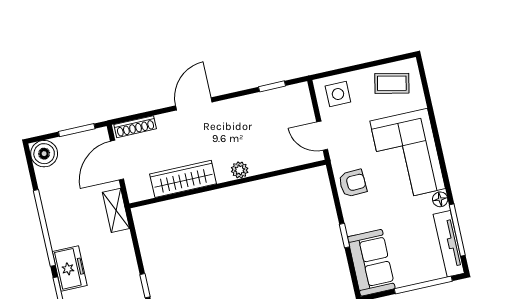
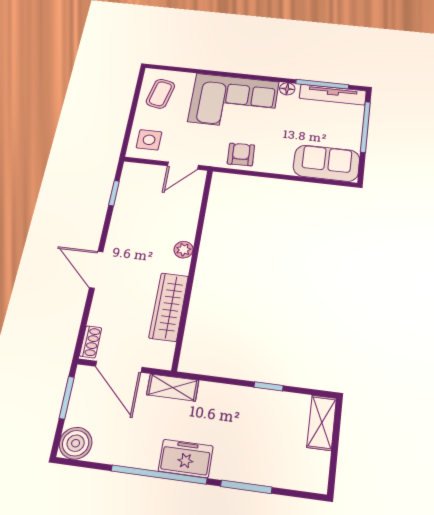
shoe rack: (135, 127) -> (91, 342), width x0.70
window: (344, 236) -> (290, 178), removed
freezer: (70, 268) -> (186, 458), moved

